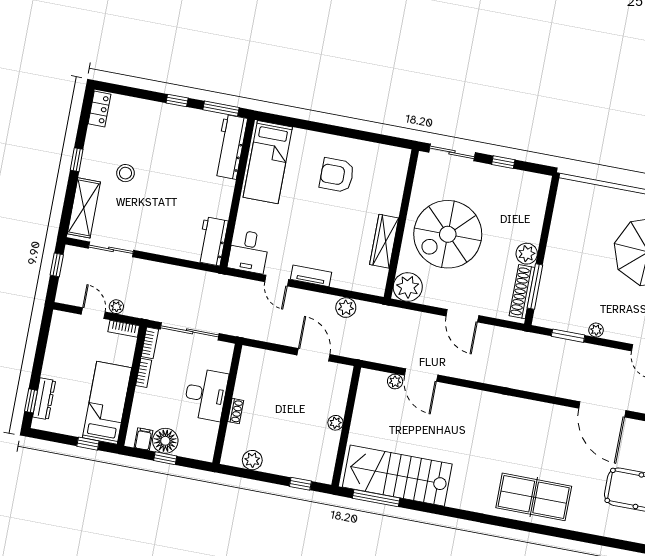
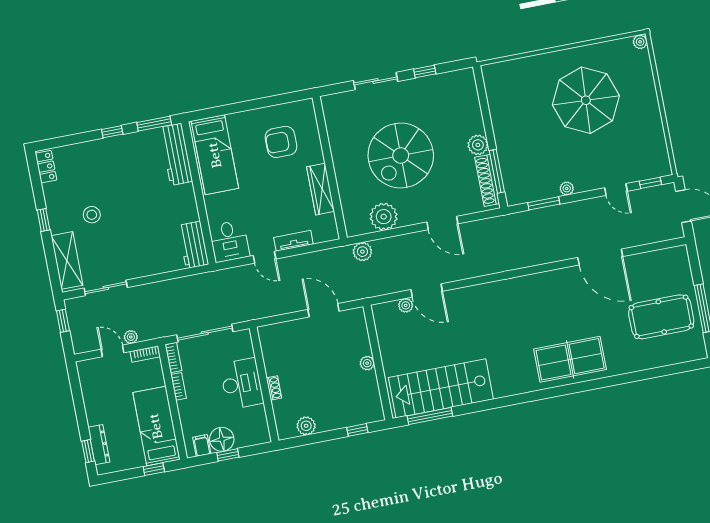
wall: (401, 224) -> (330, 168), moved
wardrobe: (384, 241) -> (321, 189), moved
plant: (346, 308) -> (362, 252), moved

